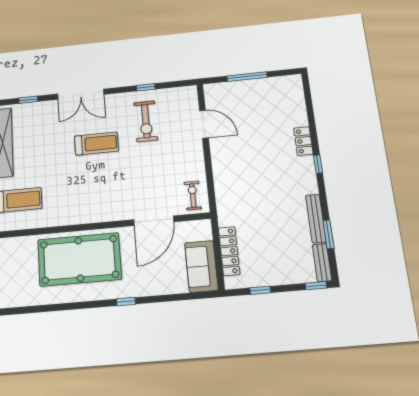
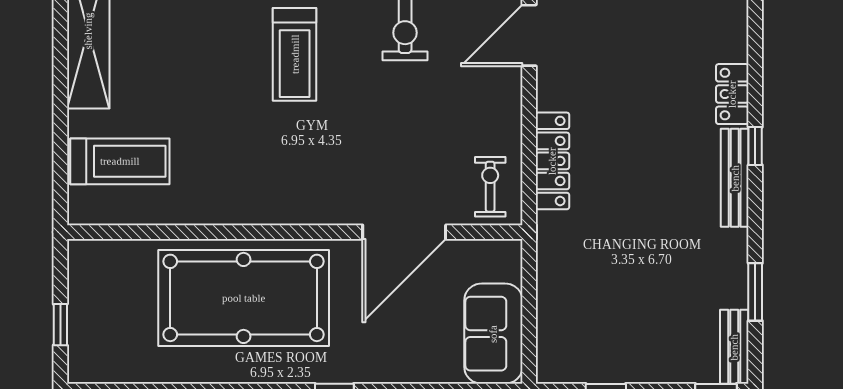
door: (204, 124) -> (529, 35), swing flipped
treadmill: (96, 144) -> (295, 54), turned 90
bench: (316, 219) -> (735, 178), moved
locker: (229, 251) -> (552, 161), moved

